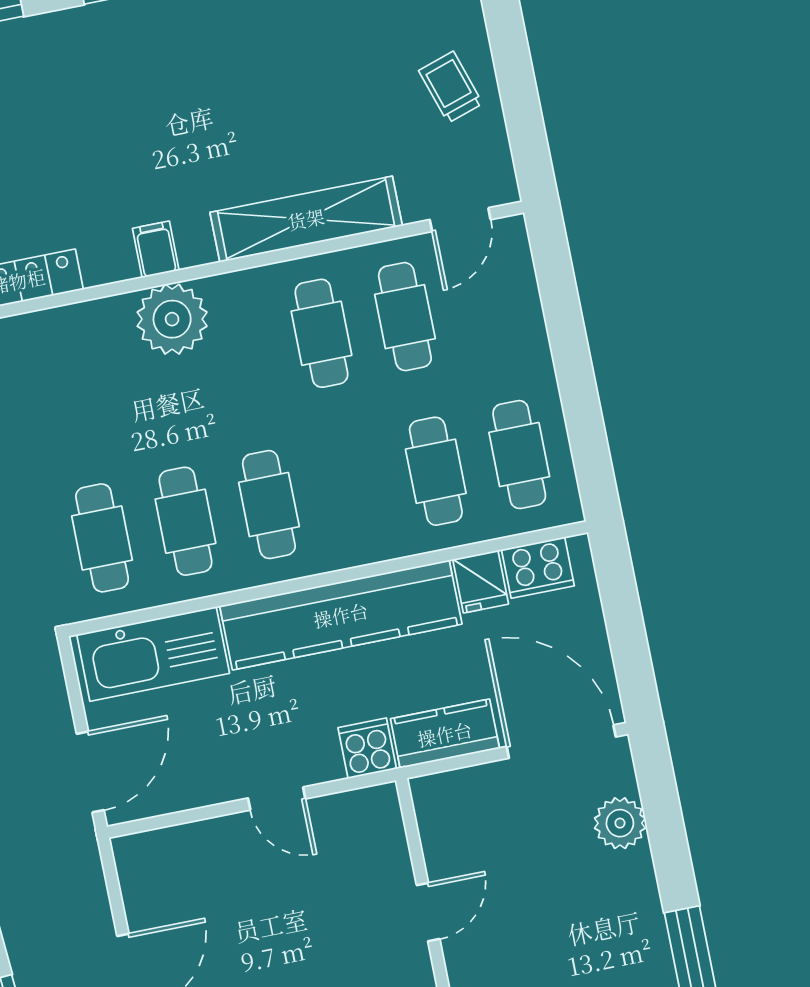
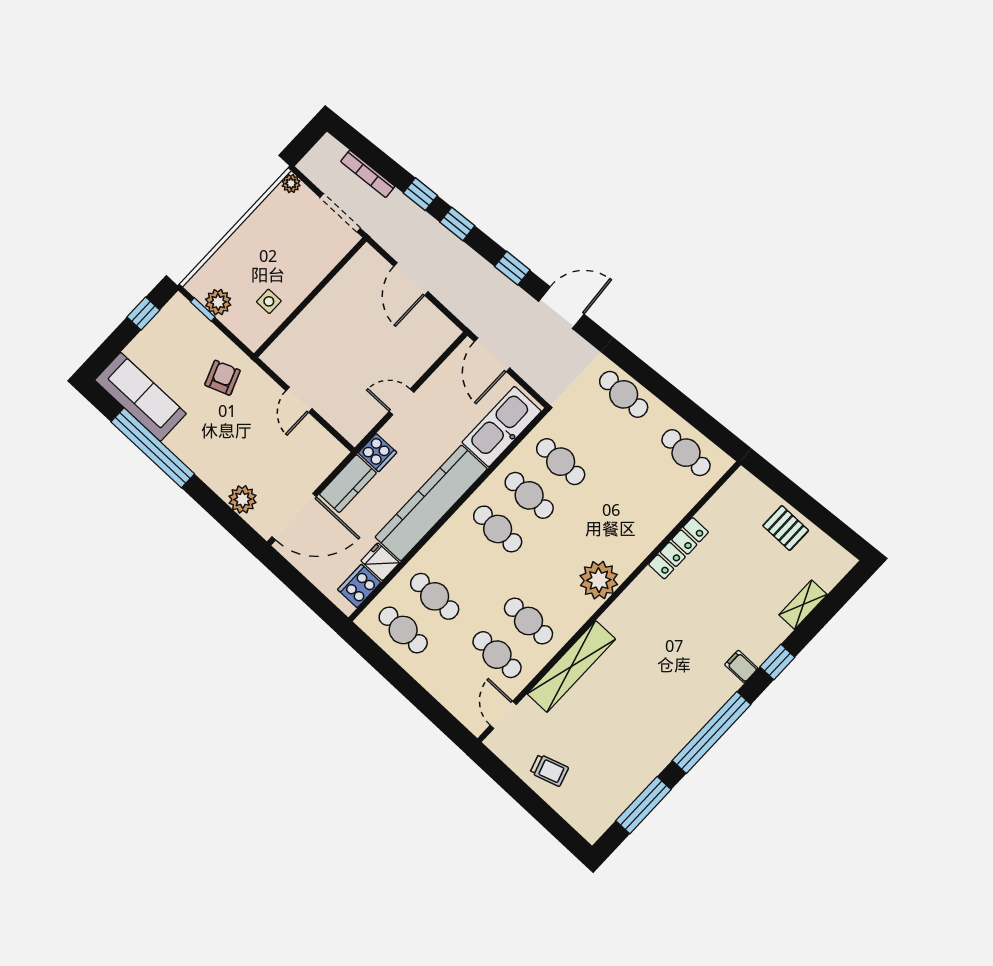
filing cabinet: (156, 249) -> (741, 667), moved, turned 180

